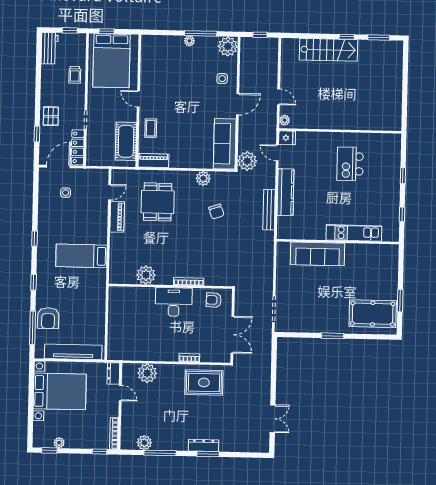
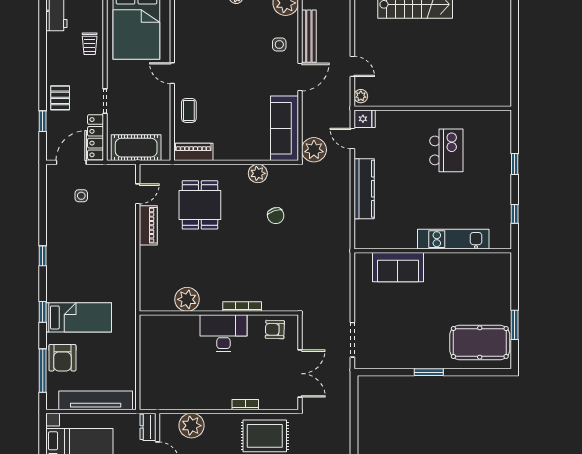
cot: (126, 141) -> (136, 148), moved, turned 90
kitchen island: (350, 164) -> (446, 150), turned 180
bench: (269, 210) -> (309, 36), moved
sofa: (318, 254) -> (398, 267), width x0.73
bed: (81, 256) -> (79, 317), moved, turned 180

